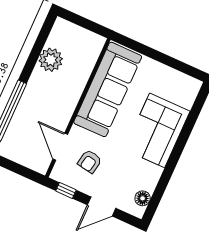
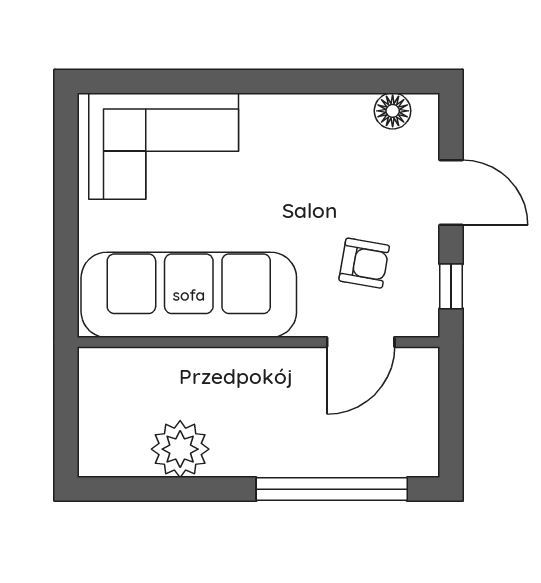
corner sofa: (157, 130) -> (164, 146), moved

